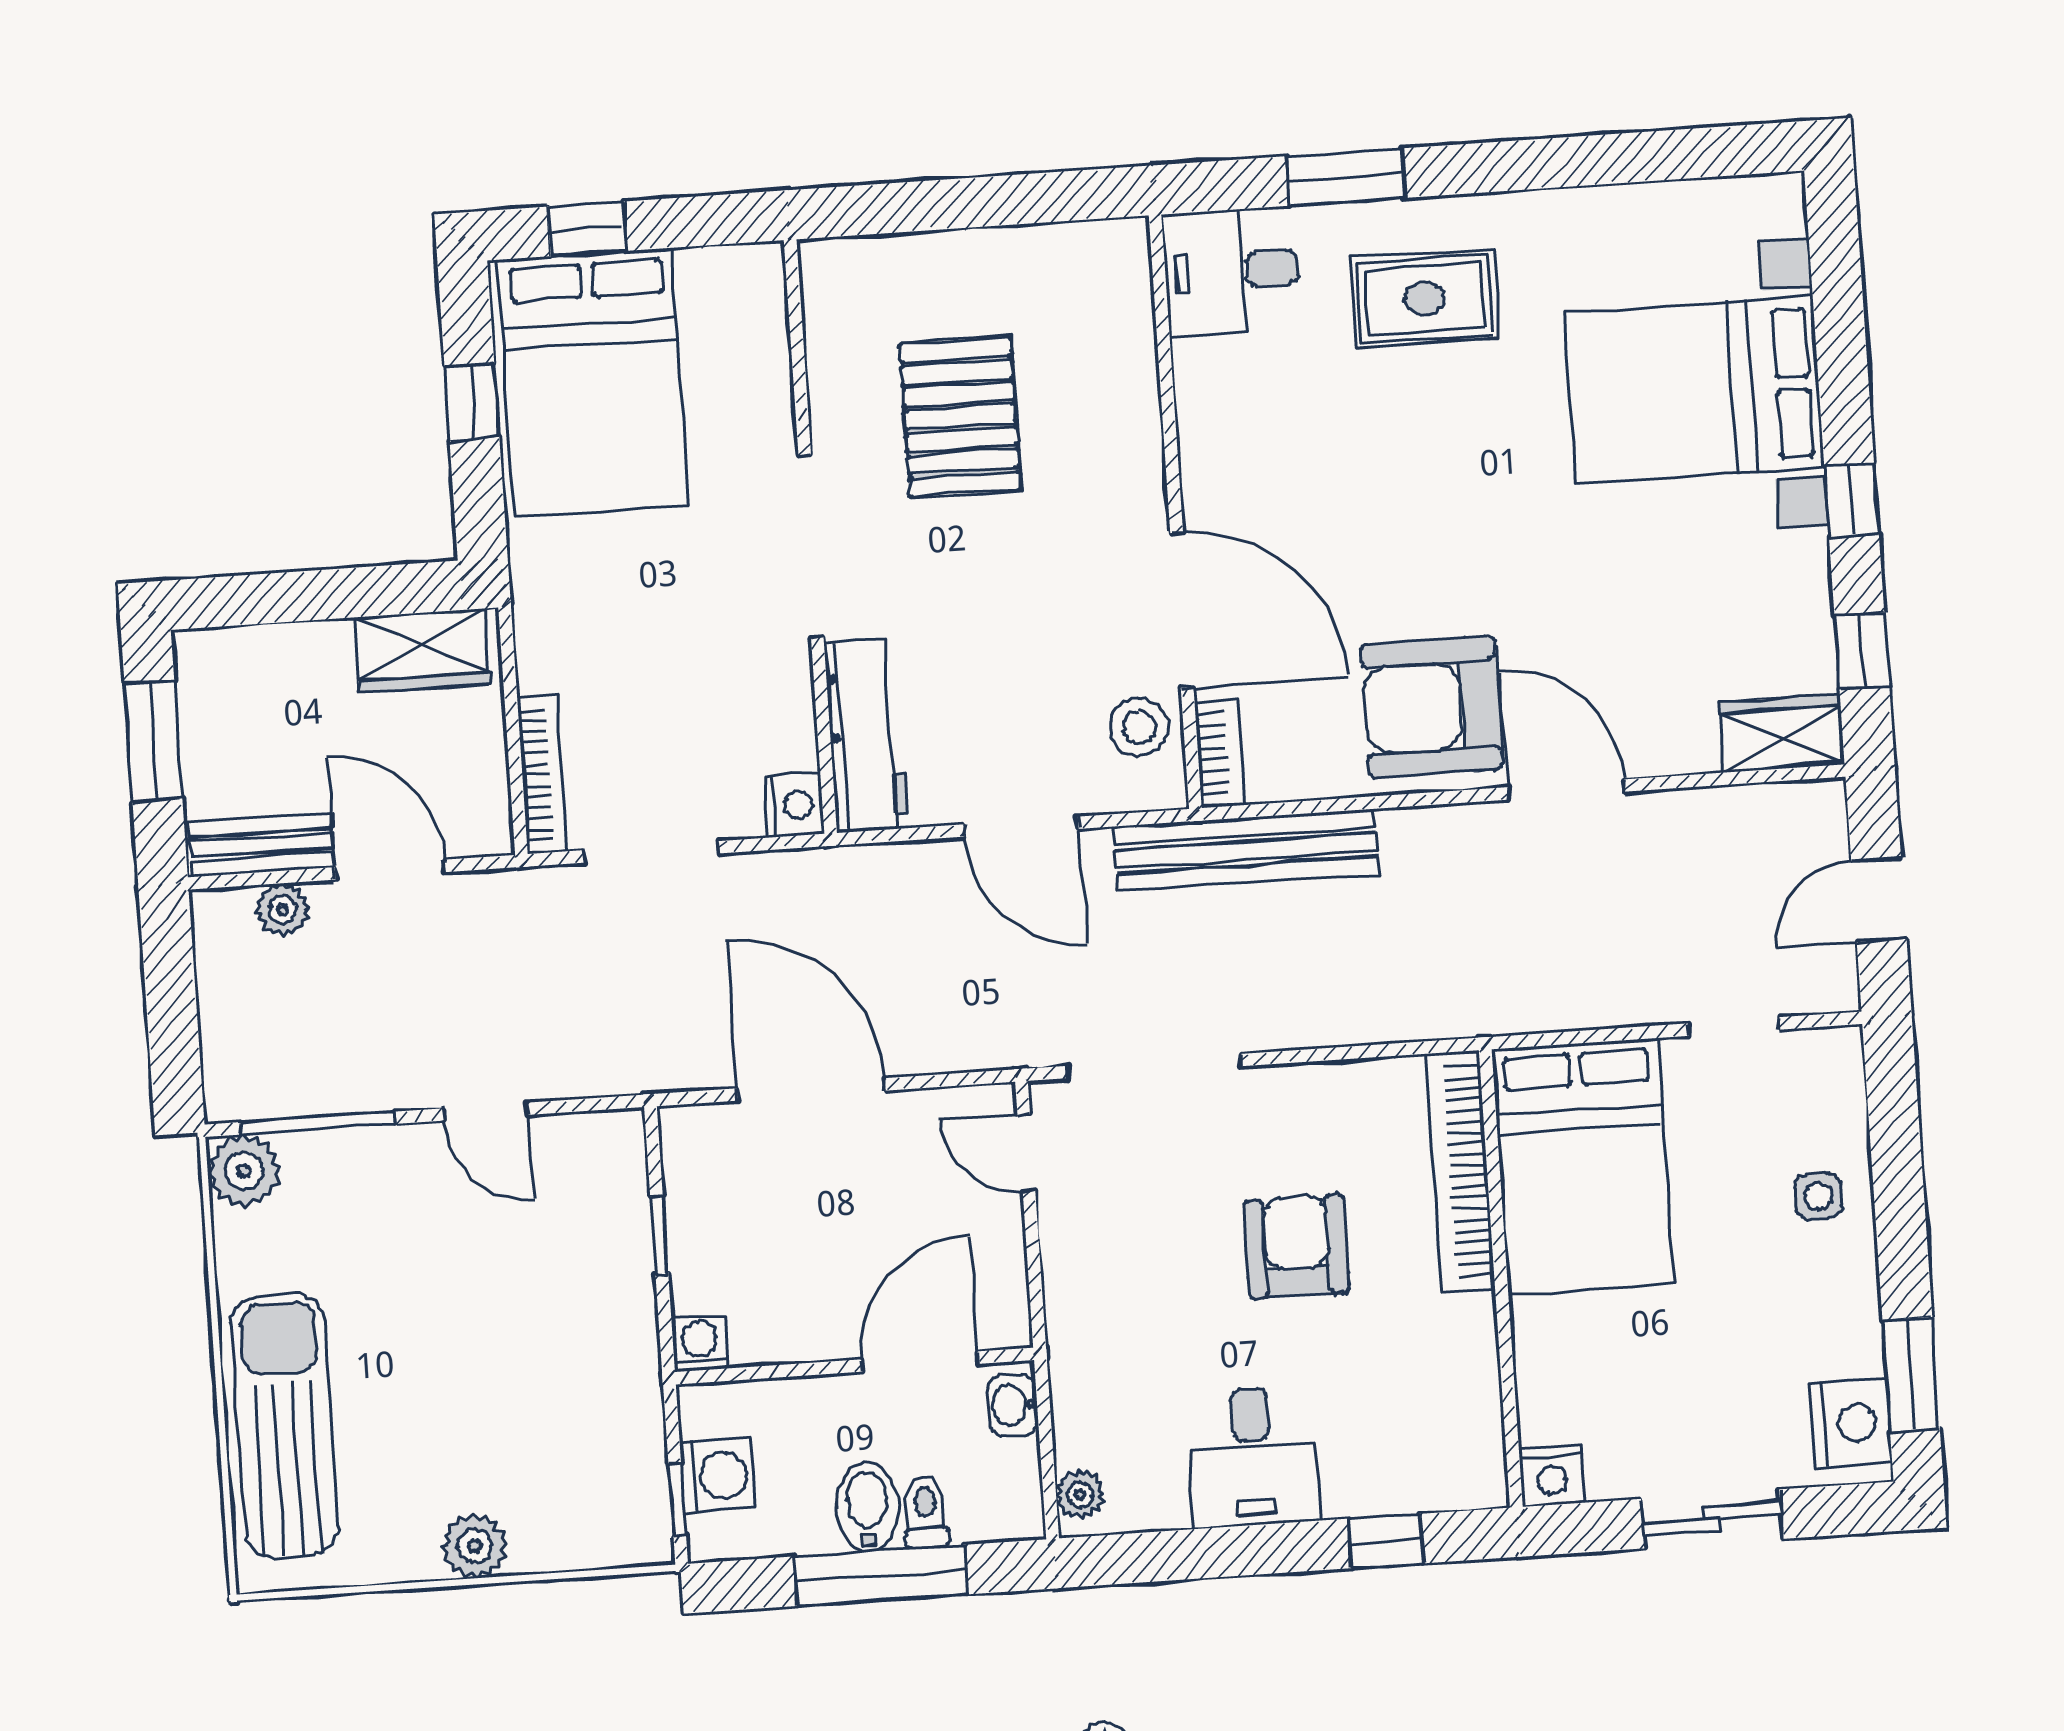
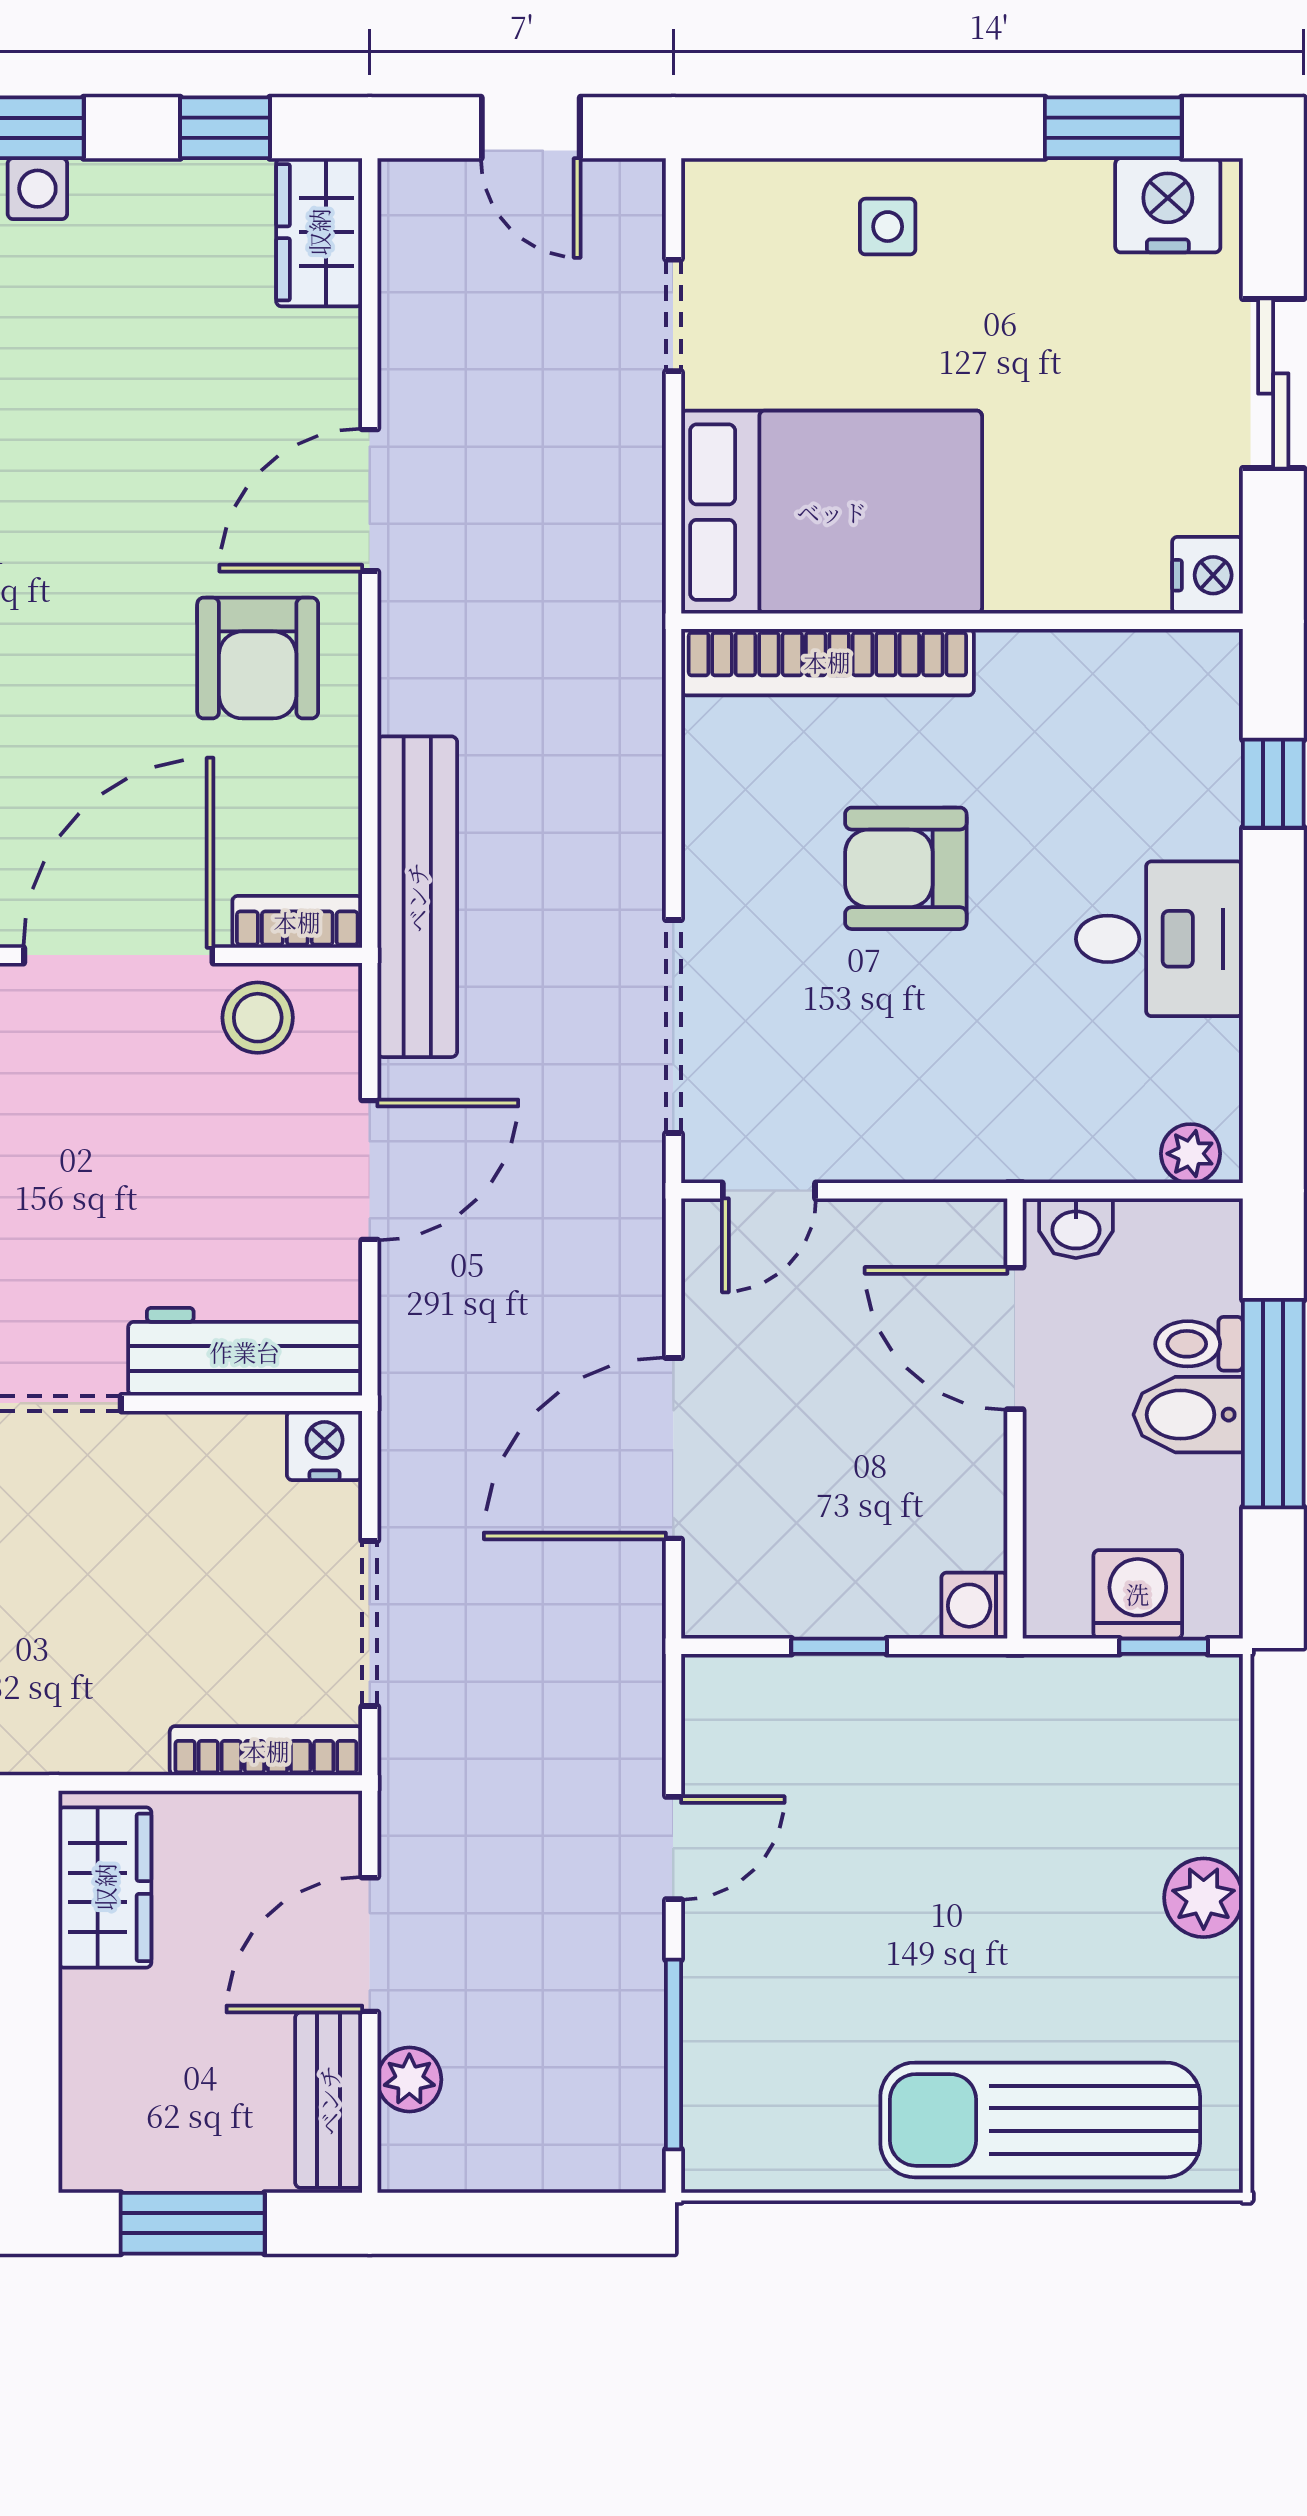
armchair: (1432, 707) -> (258, 658), width x0.73, depth x0.73
plant: (244, 1171) -> (726, 2148), removed

